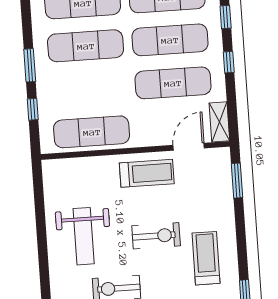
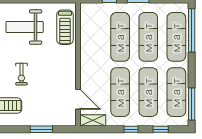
exercise mat: (92, 132) -> (120, 37), moved
treadmill: (147, 173) -> (65, 27), moved
window: (237, 181) -> (41, 129), moved
exercise bike: (156, 236) -> (21, 74), width x0.73, depth x0.72

